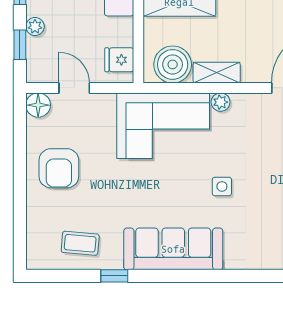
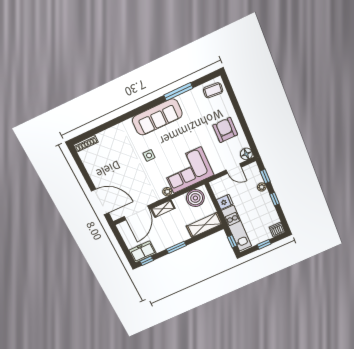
fridge: (119, 60) -> (225, 202), moved
shelving: (217, 73) -> (163, 209), moved
coffee table: (80, 243) -> (213, 90), moved
window: (114, 276) -> (178, 92), width x2.17

